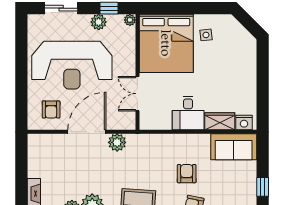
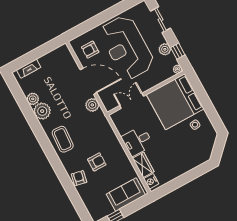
sofa: (234, 147) -> (126, 195), moved, turned 90

